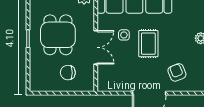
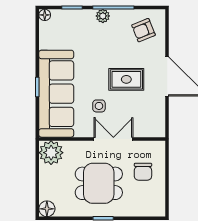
rug: (148, 44) -> (126, 79), moved
armchair: (177, 72) -> (143, 30), moved

